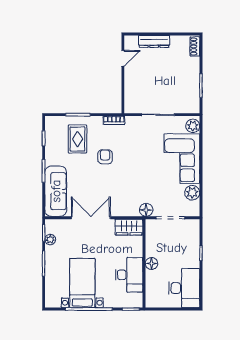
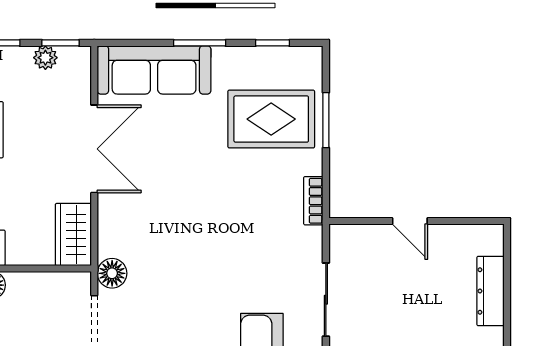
door: (123, 58) -> (410, 221), moved
rug: (78, 139) -> (271, 119), width x1.36, depth x1.43
armchair: (105, 157) -> (231, 181), removed

